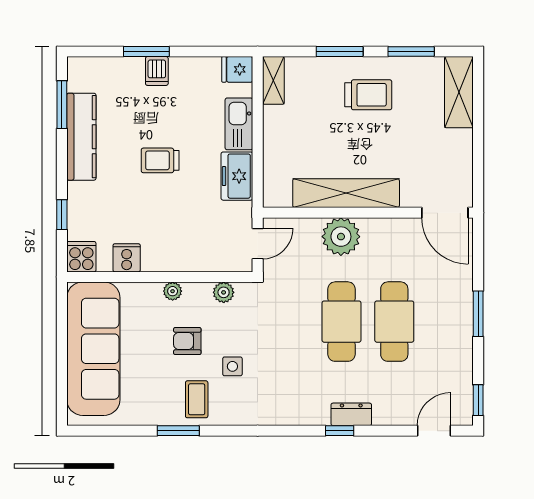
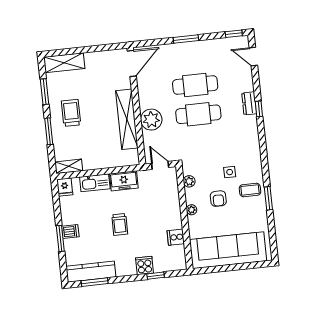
kitchen counter: (81, 137) -> (91, 272), moved
cooker: (81, 257) -> (145, 265), moved, turned 90

